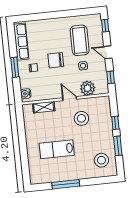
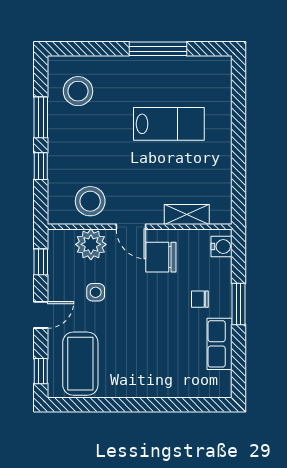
coffee table: (80, 40) -> (80, 364), moved
row of seats: (21, 42) -> (220, 344), width x0.68
door: (108, 52) -> (41, 315), hinge flipped
chair: (56, 60) -> (161, 257), moved, turned 180
stool: (81, 118) -> (90, 201), moved

